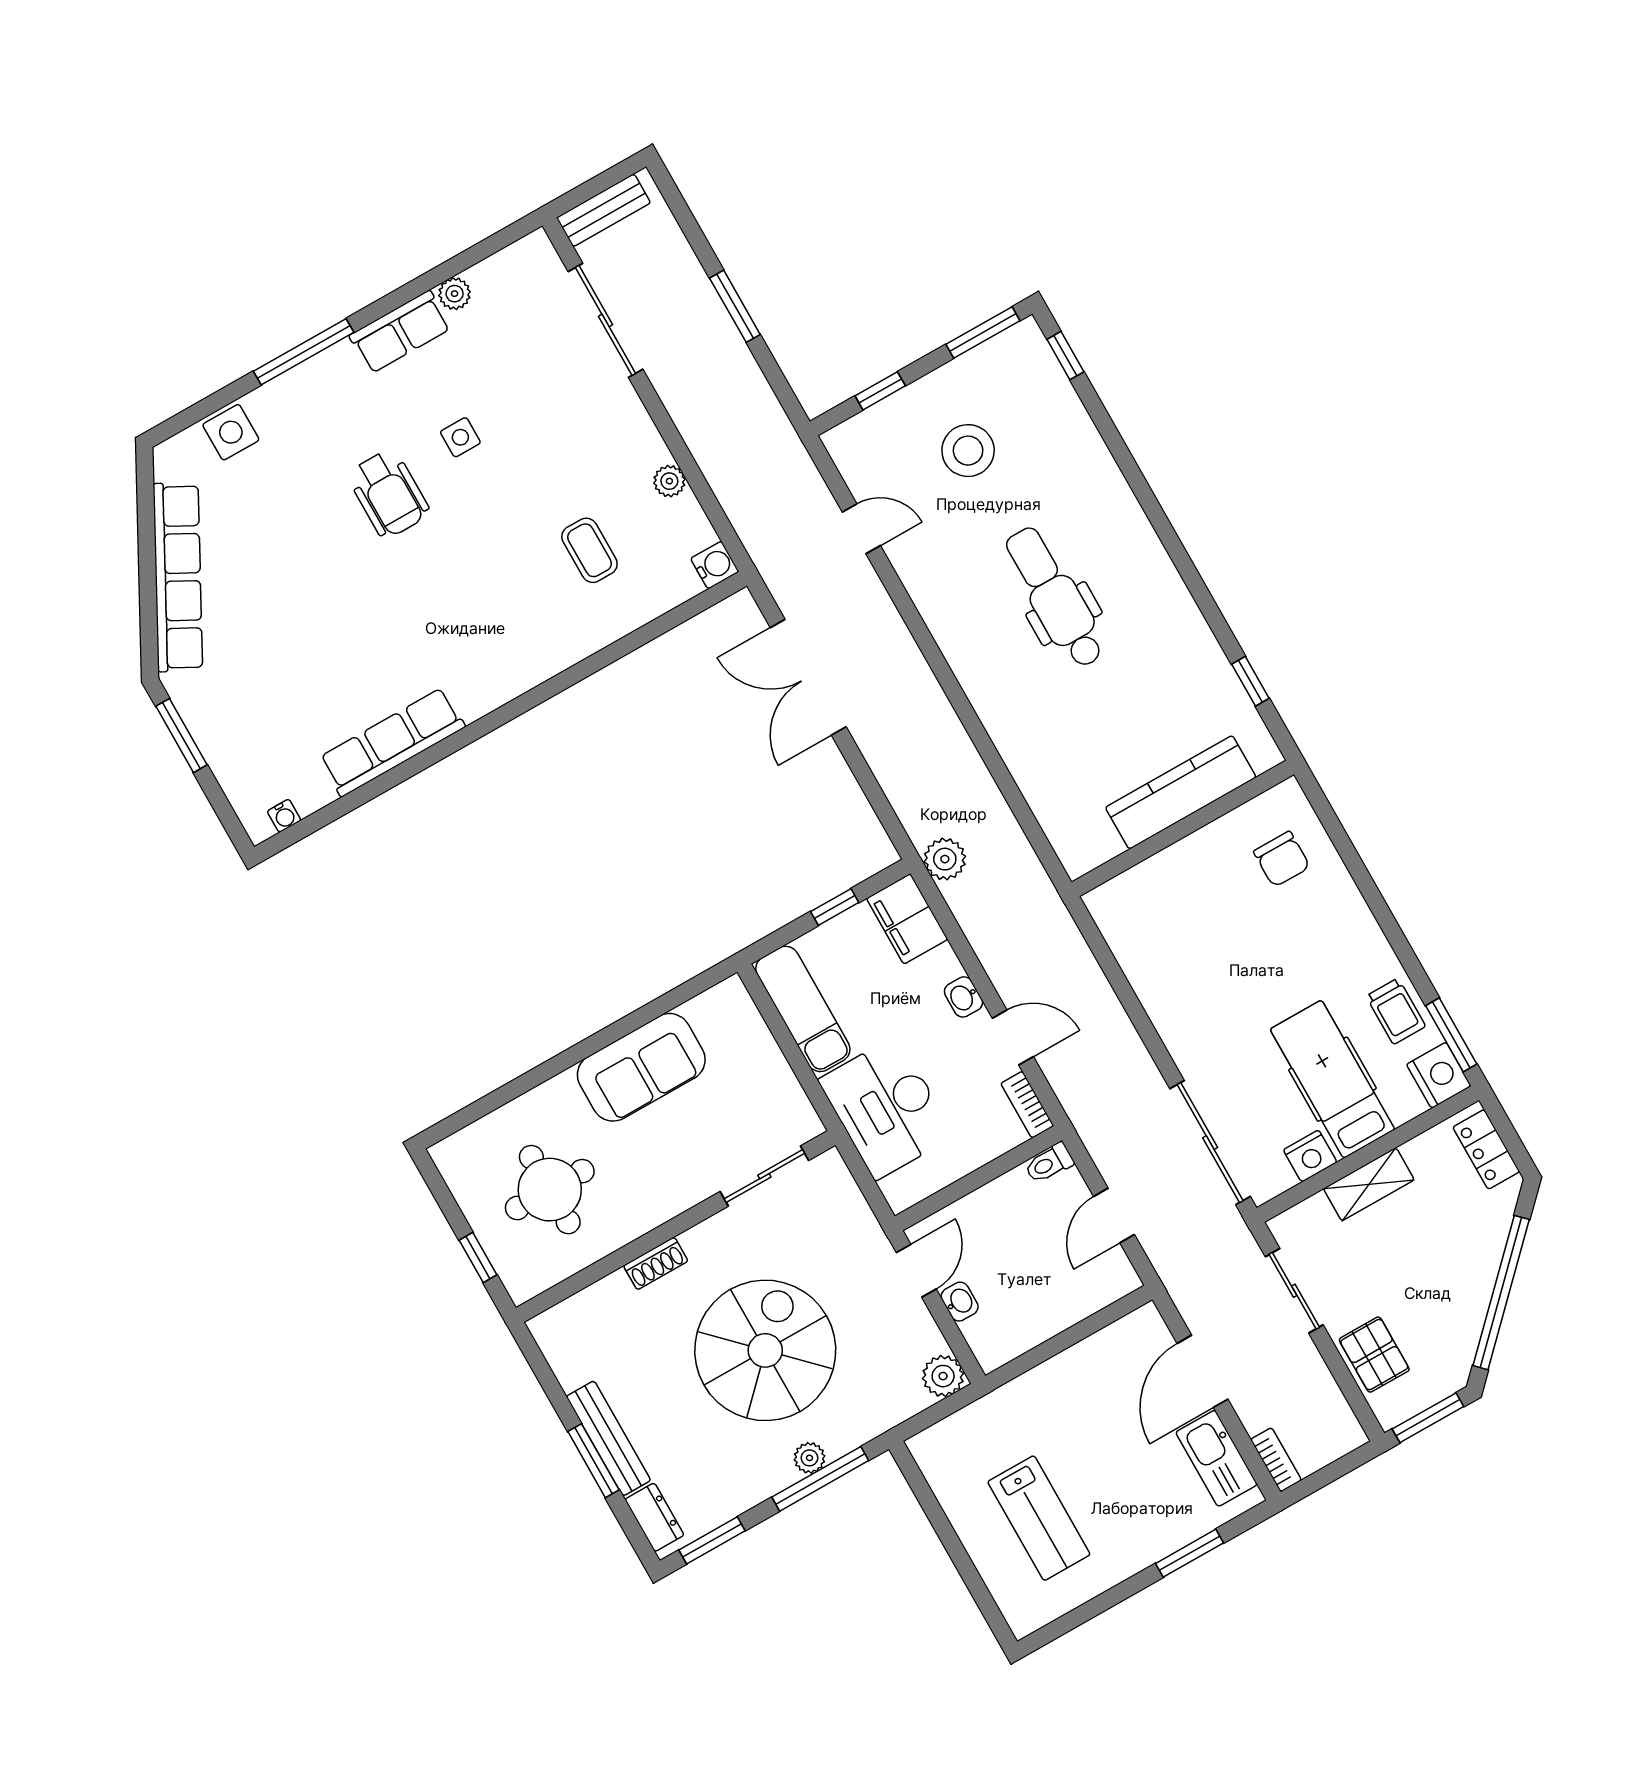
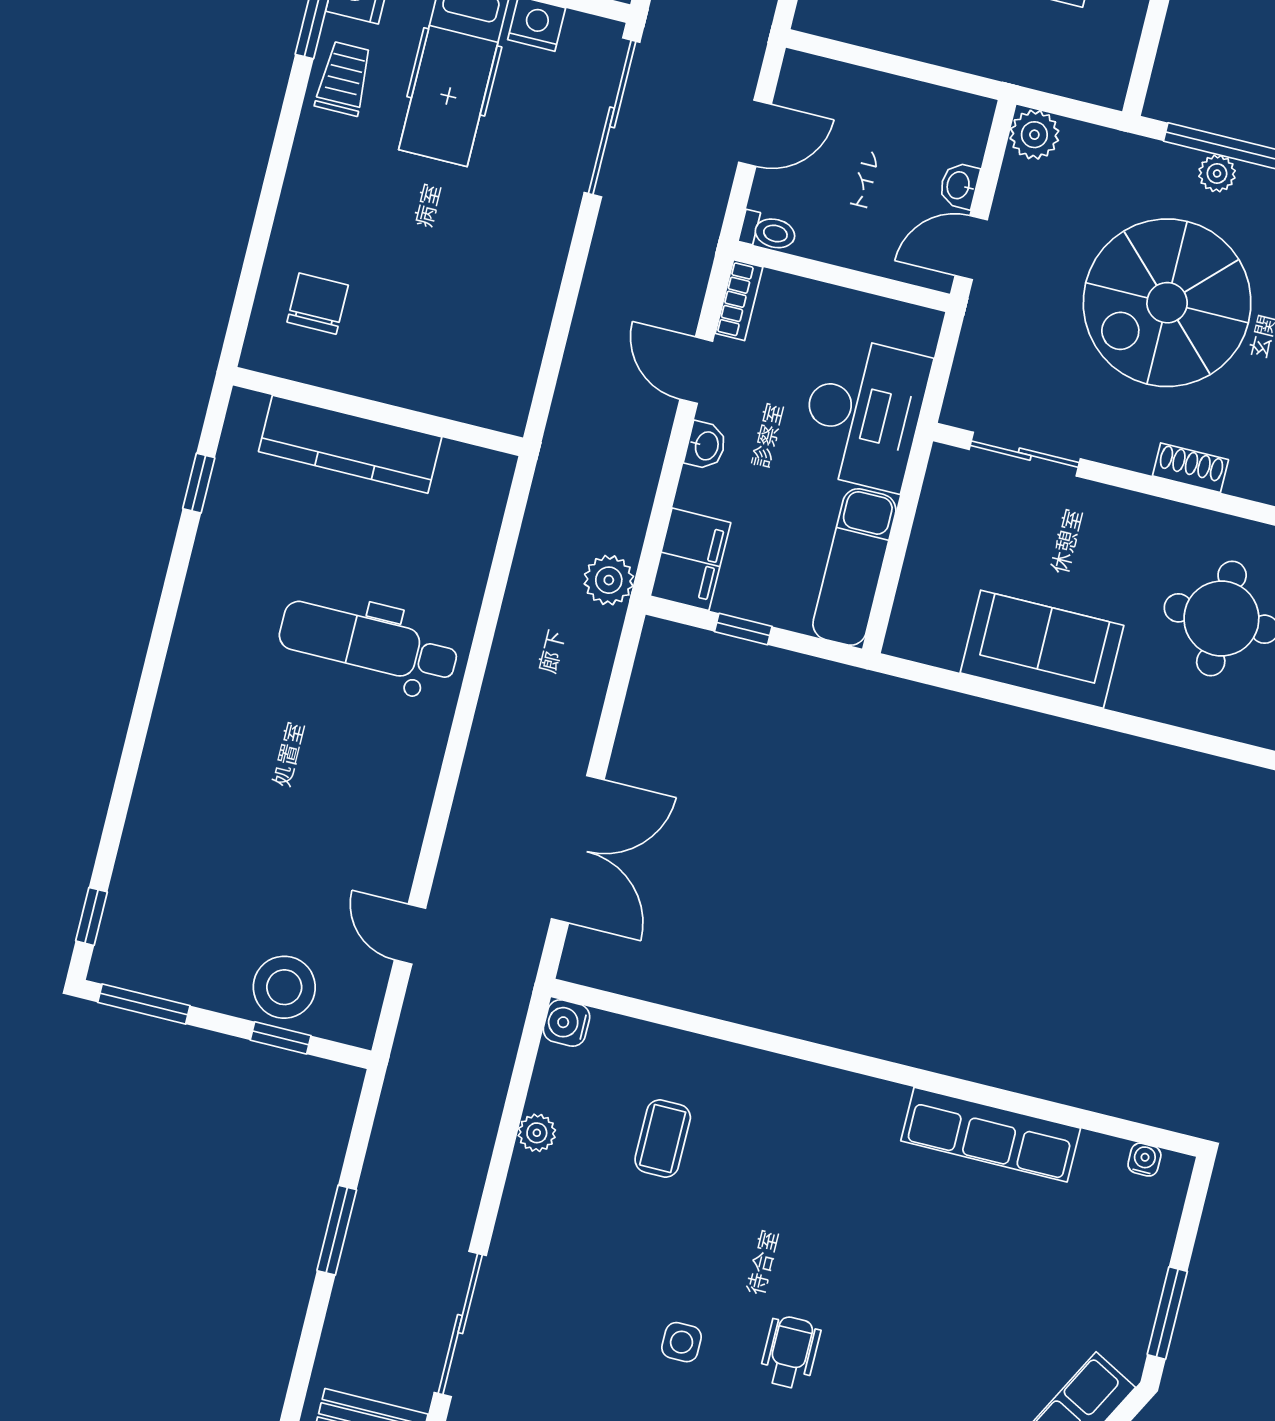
stool: (968, 451) -> (284, 987), moved
wheelchair: (389, 494) -> (790, 1352), width x0.73, depth x0.73
dental chair: (1055, 597) -> (368, 643), moved, turned 90

